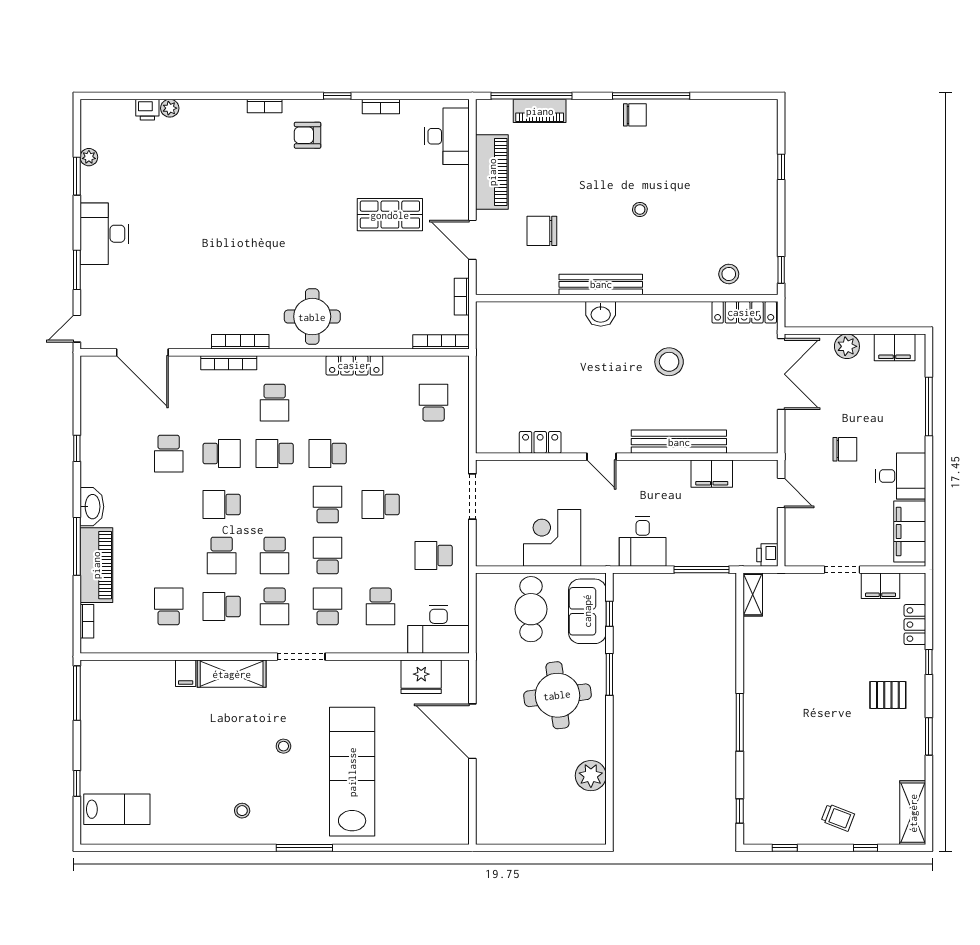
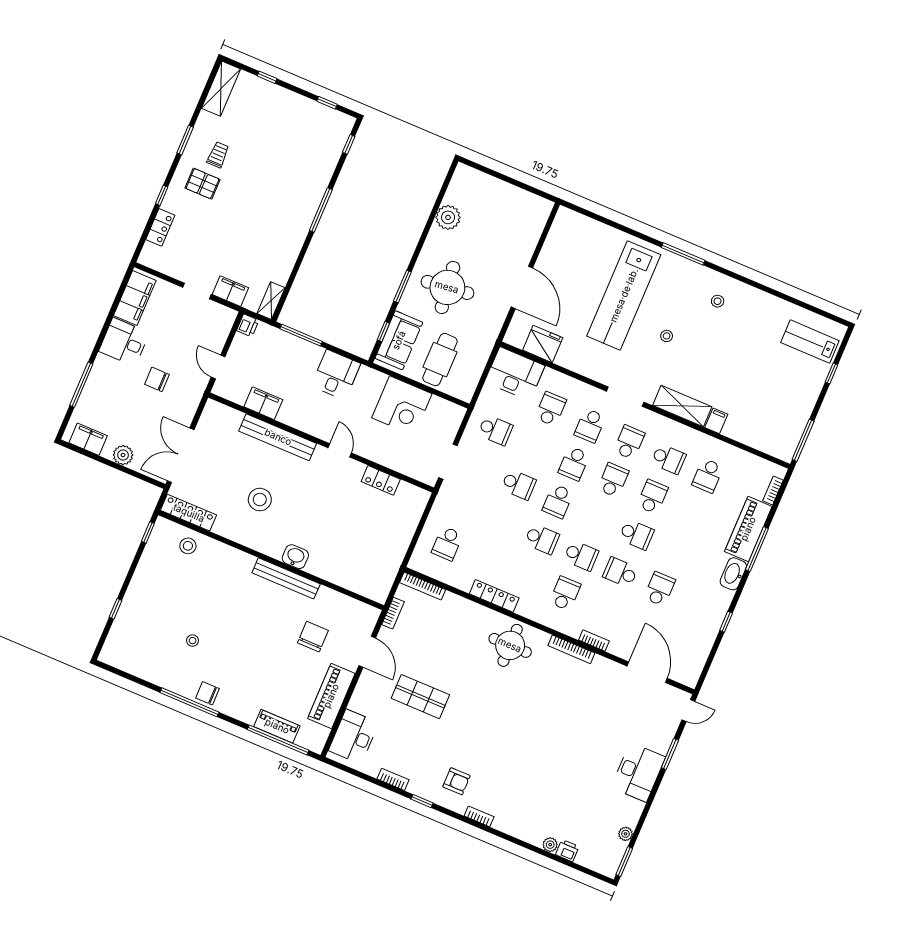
window: (77, 176) -> (624, 862), moved
stool: (640, 209) -> (193, 641), moved
chair: (542, 231) -> (313, 637), turned -90
bookcase: (229, 363) -> (594, 641), width x0.64
filing cabinet: (881, 586) -> (230, 291), moved
trolley: (838, 818) -> (218, 155), moved, turned 69

